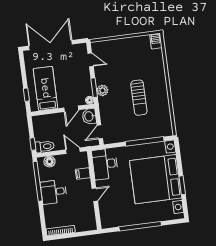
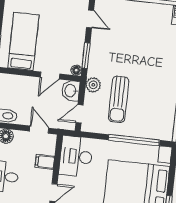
plant: (102, 90) -> (93, 85), moved
sun lounger: (139, 98) -> (119, 99), moved

